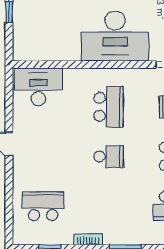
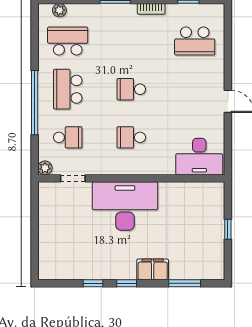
school desk: (109, 107) -> (131, 137), width x0.54

